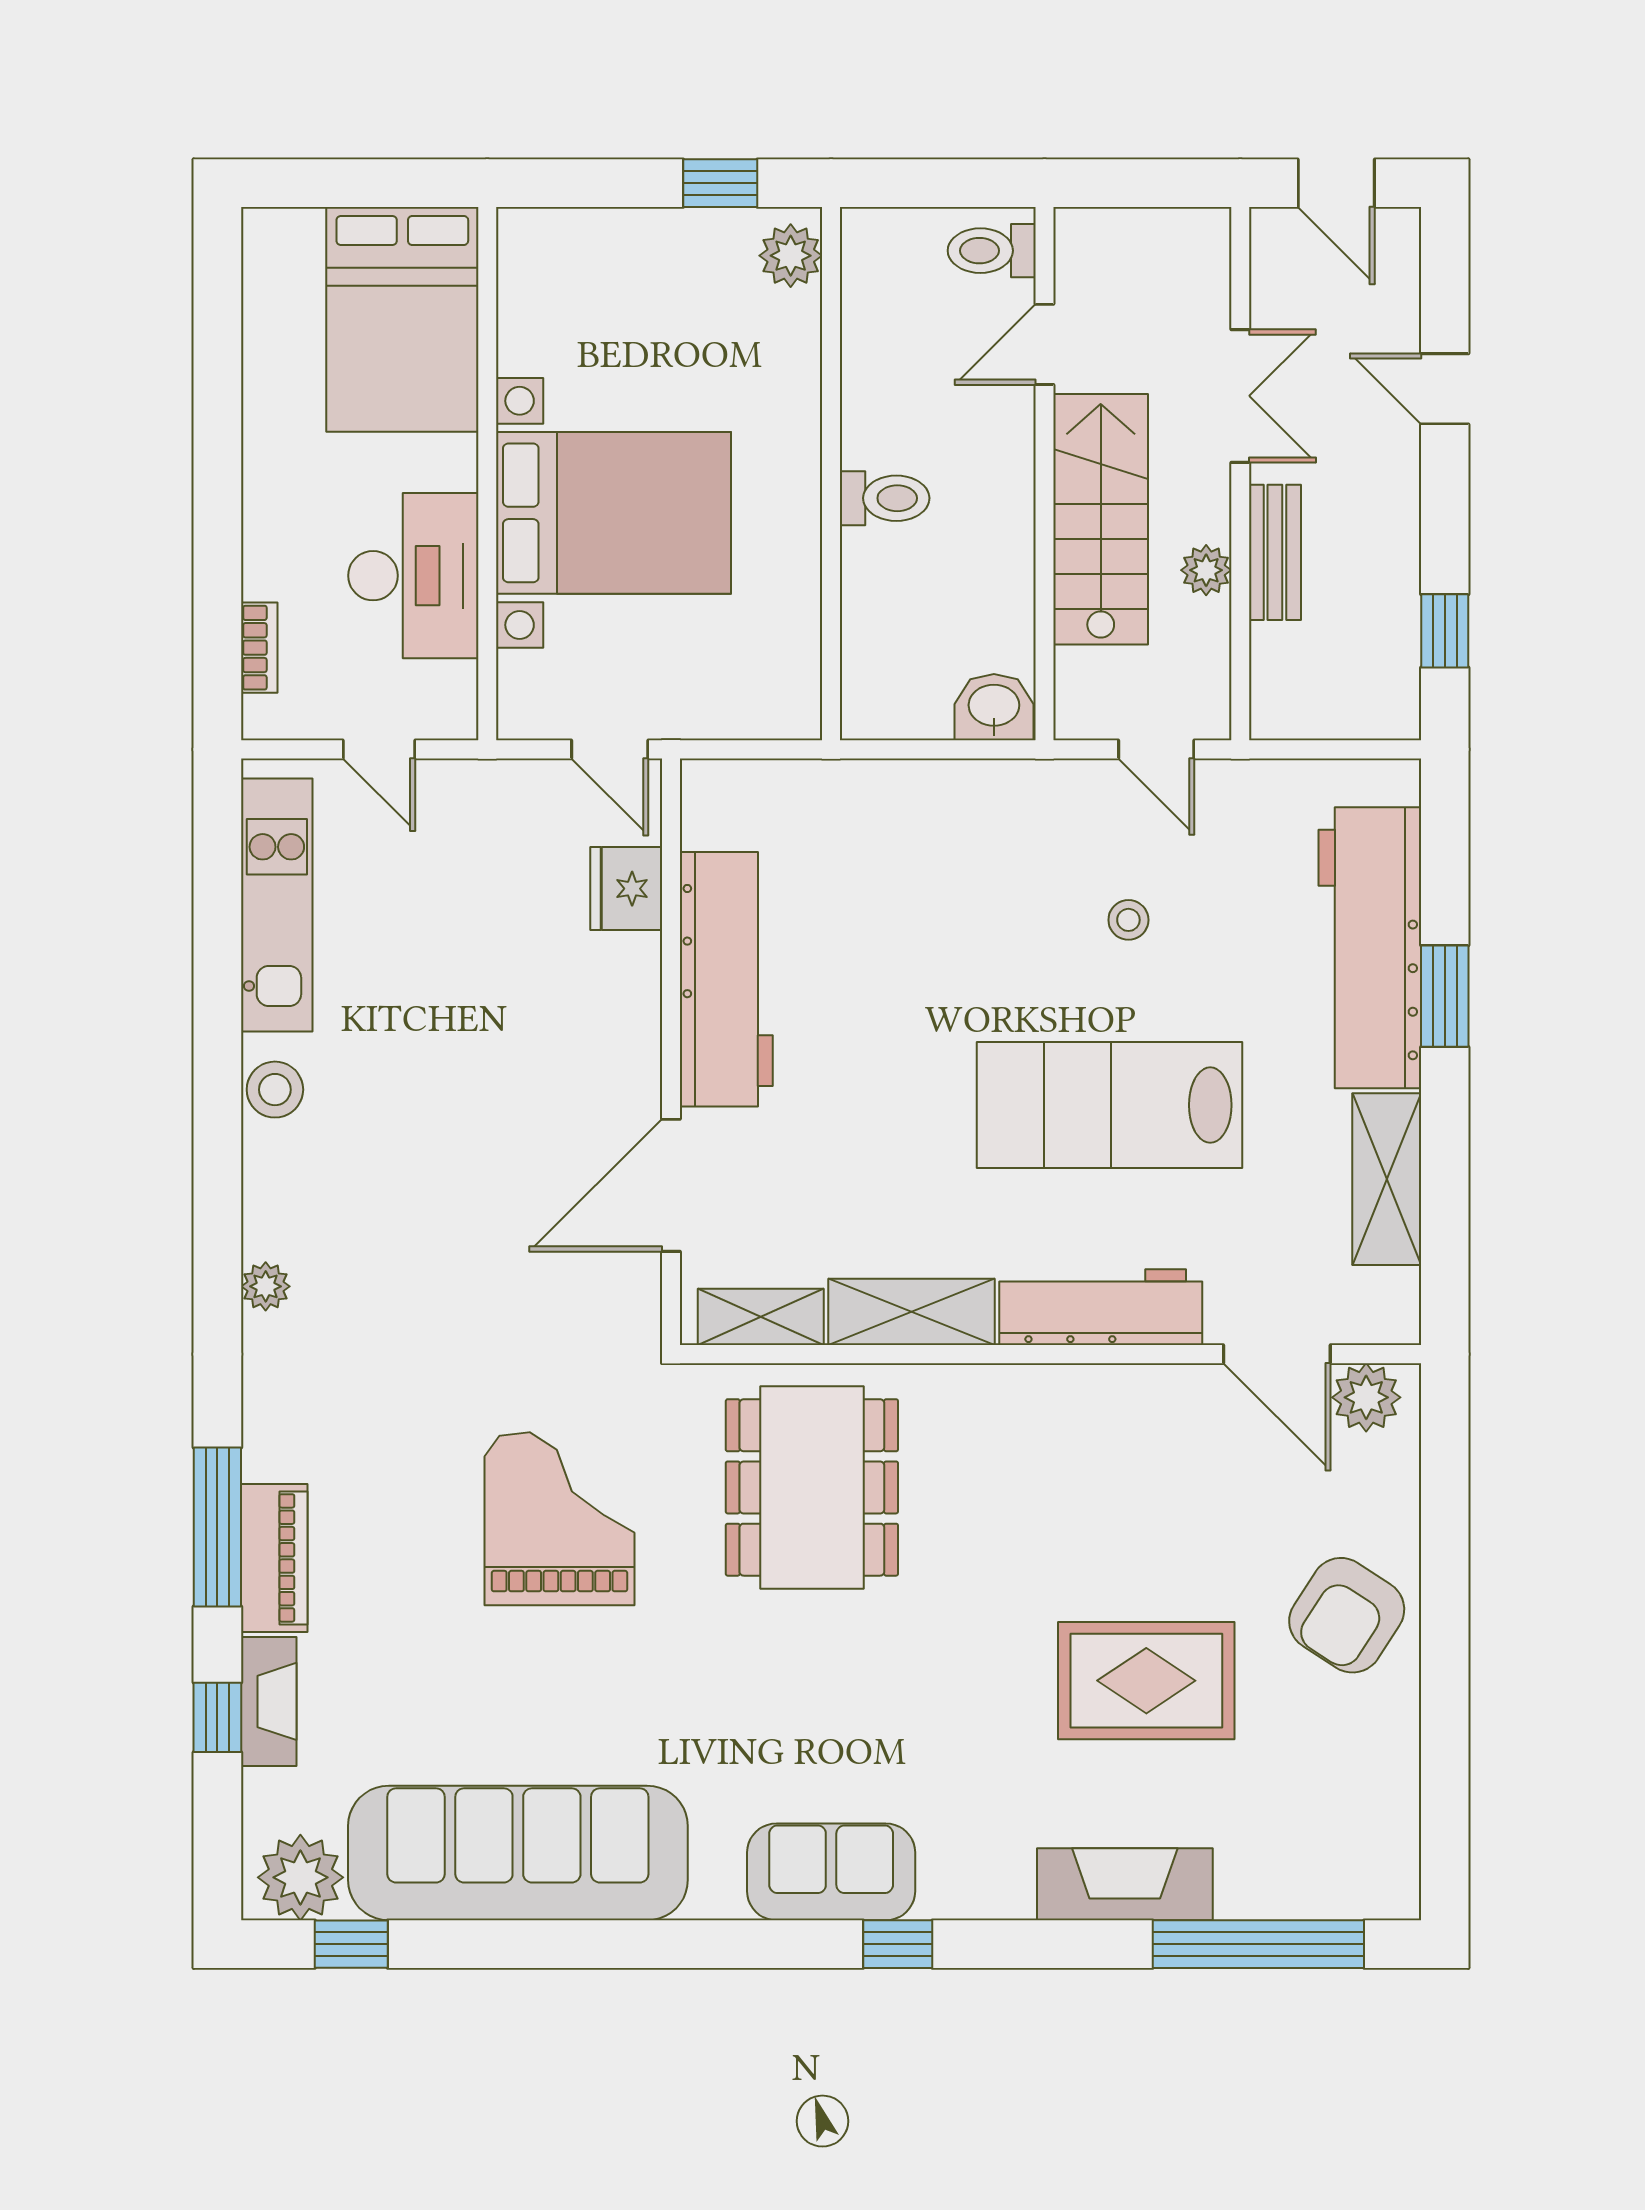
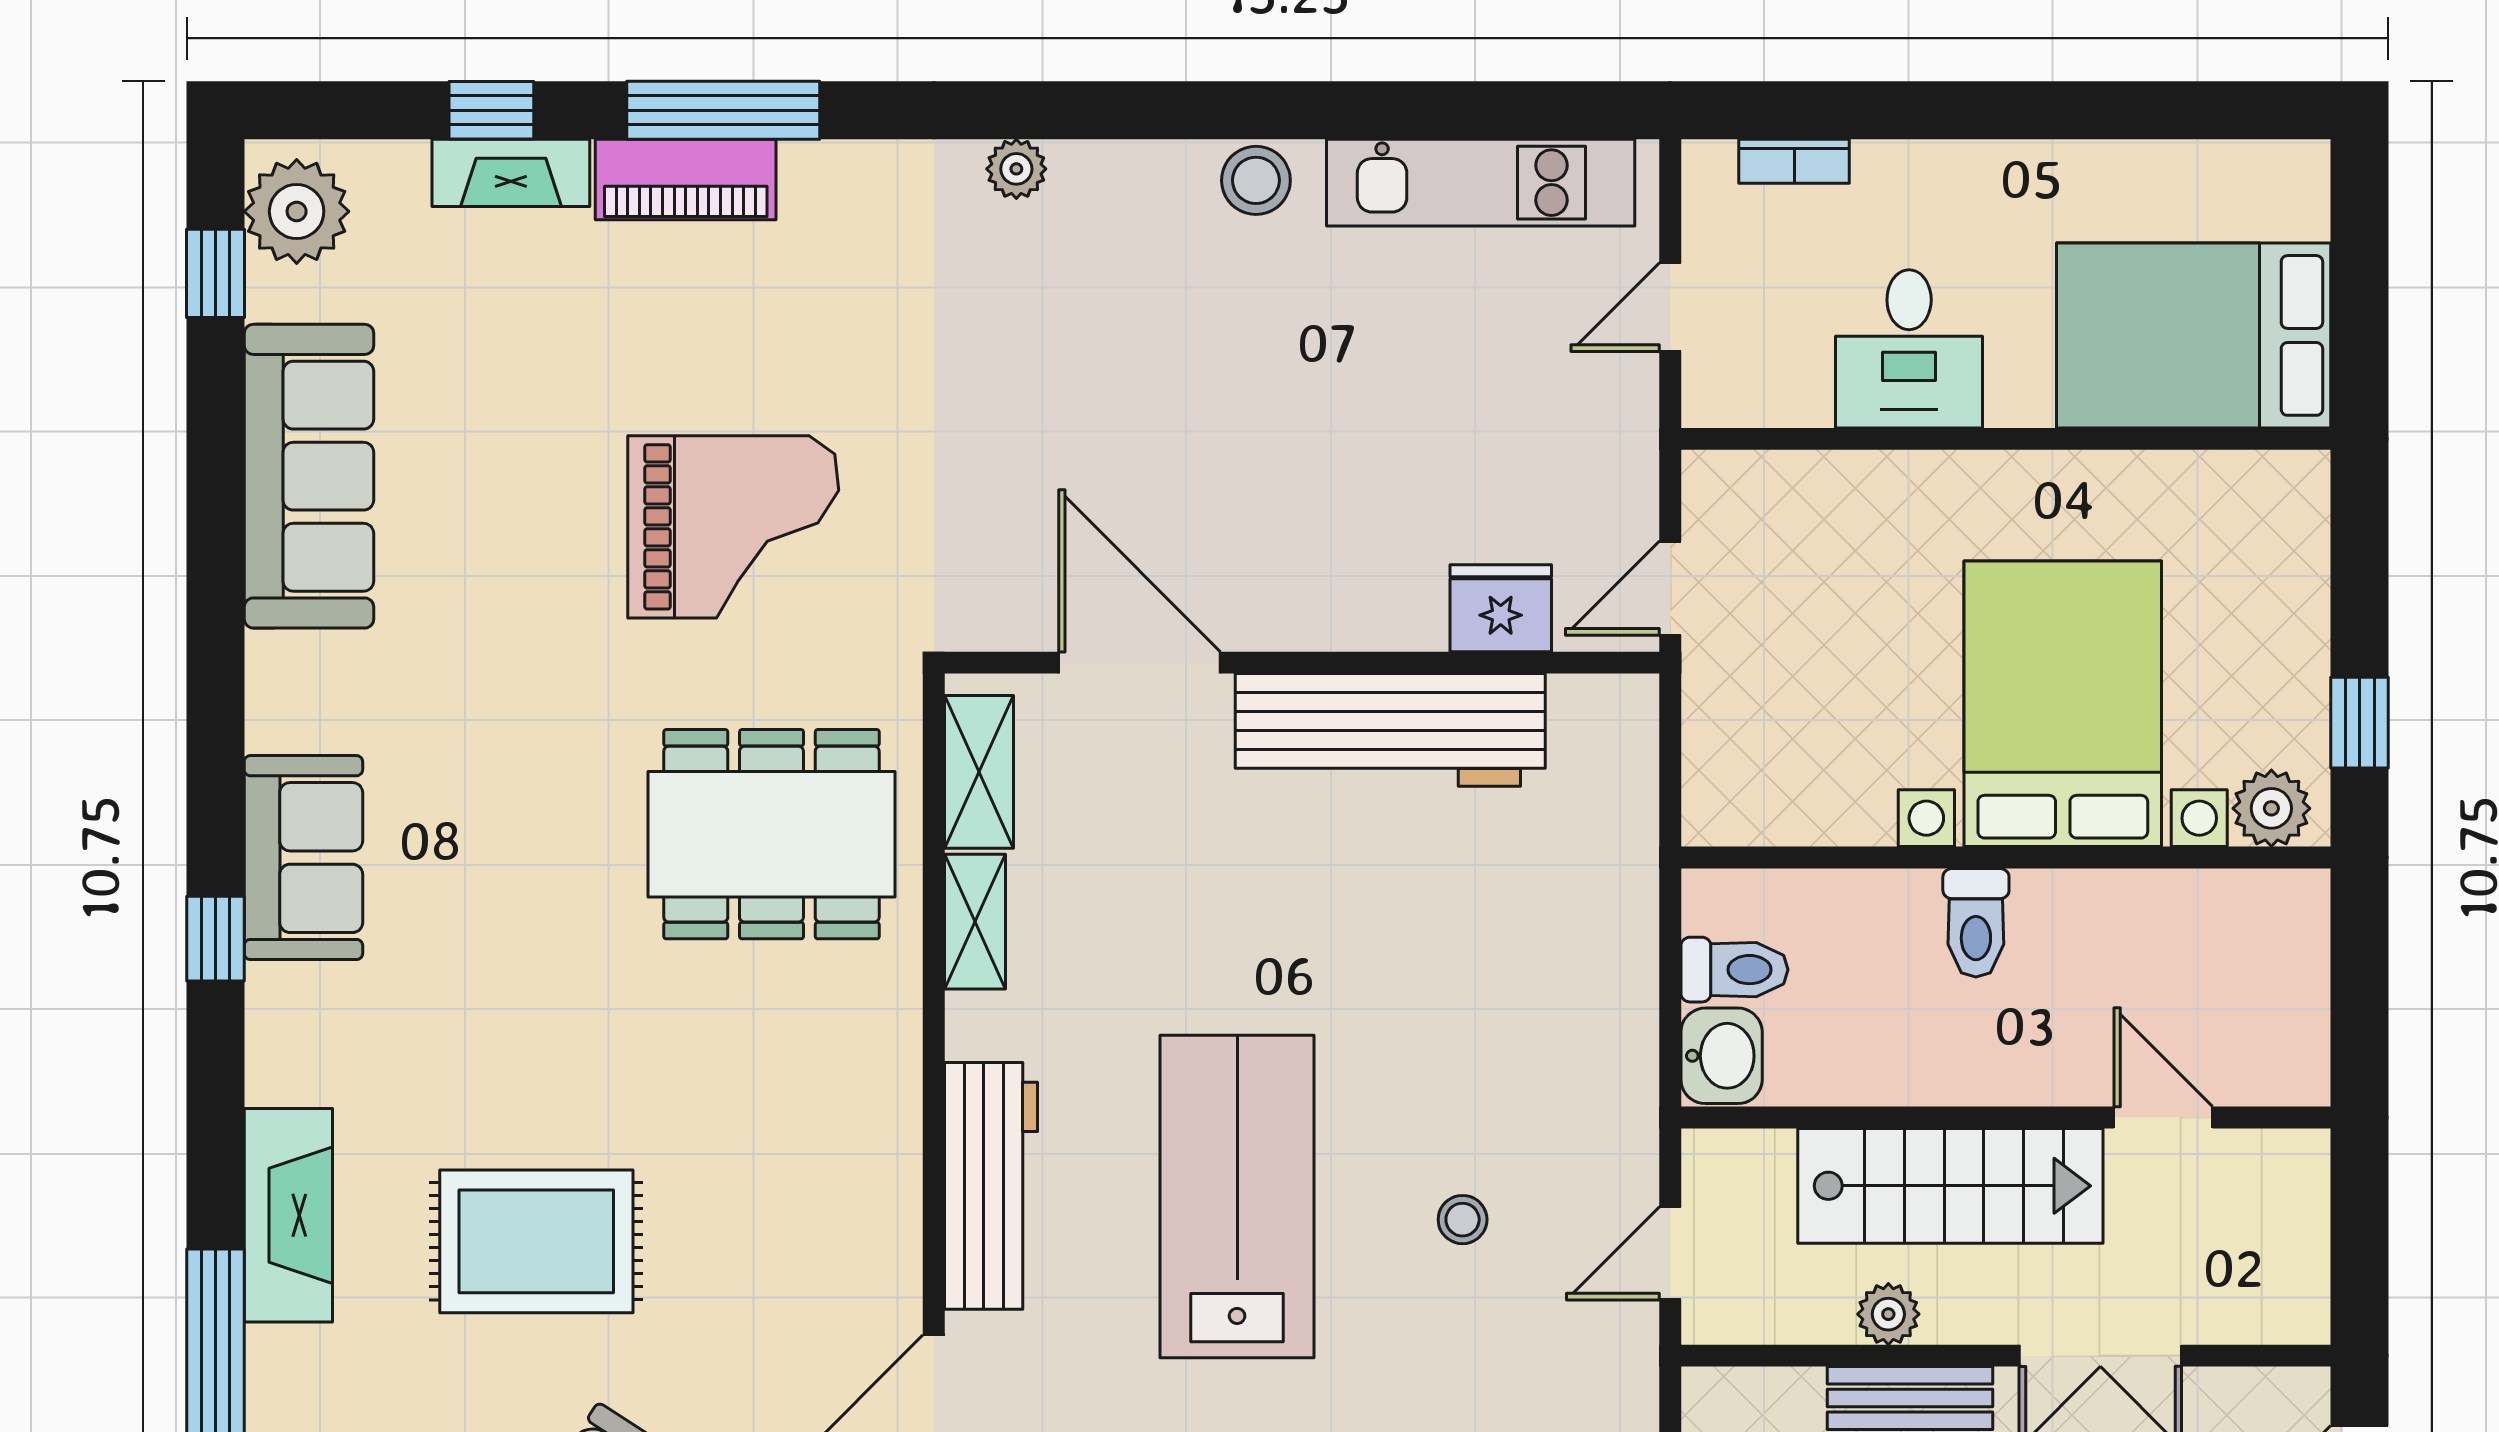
toilet: (992, 251) -> (1734, 970), moved, turned 90
bed with nightstands: (614, 513) -> (2063, 704), moved, turned 180
desk: (413, 576) -> (1909, 349), width x0.73
shelving: (912, 1312) -> (975, 922), width x0.67, depth x0.75
rug: (1146, 1681) -> (536, 1241), turned 90
sofa: (518, 1853) -> (309, 476), width x0.74, depth x0.79

